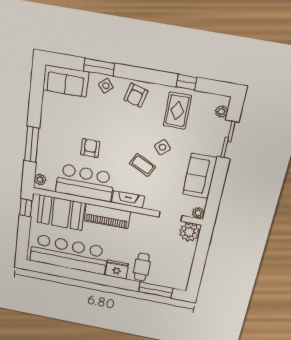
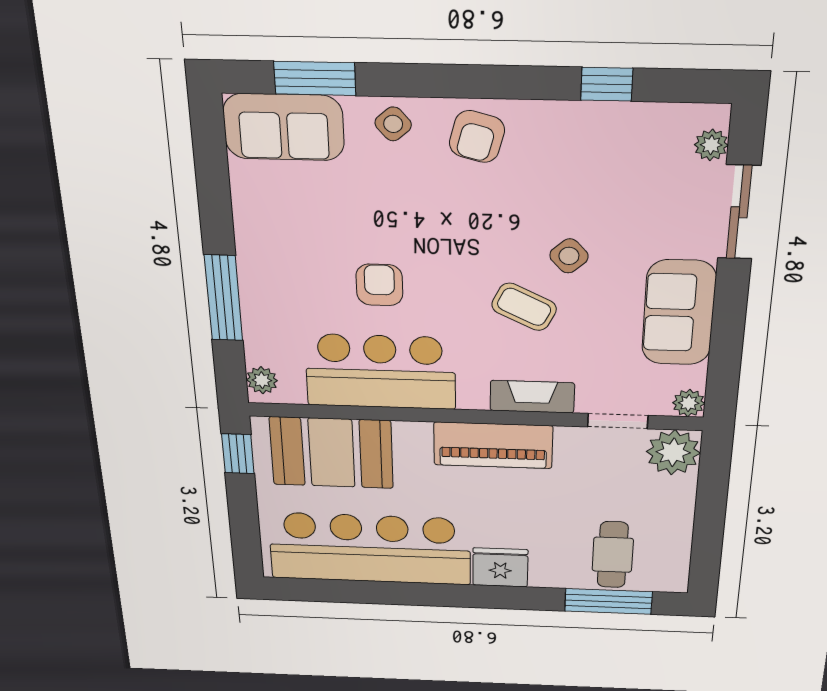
window: (99, 67) -> (315, 78), moved
rug: (177, 111) -> (594, 159), removed
fireplace: (128, 199) -> (532, 397), moved
piano: (107, 216) -> (493, 445), moved
cafe table: (142, 267) -> (613, 555), moved

